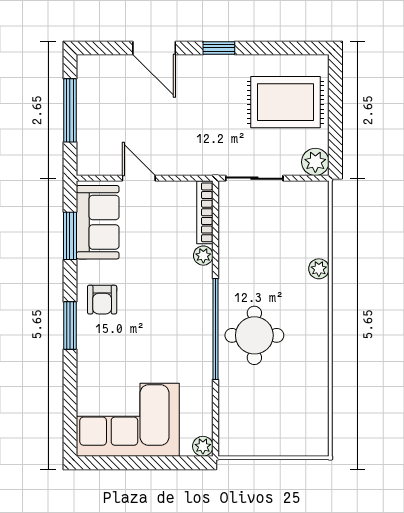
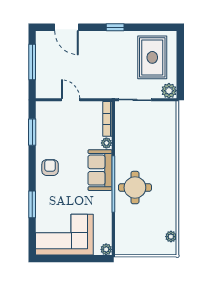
door: (154, 48) -> (67, 27), moved
rug: (285, 102) -> (152, 57), turned 90
sofa: (98, 222) -> (100, 170), moved, turned 180
plant: (319, 269) -> (171, 237), moved
armchair: (102, 300) -> (50, 168), turned 180
window: (70, 325) -> (32, 204), moved

